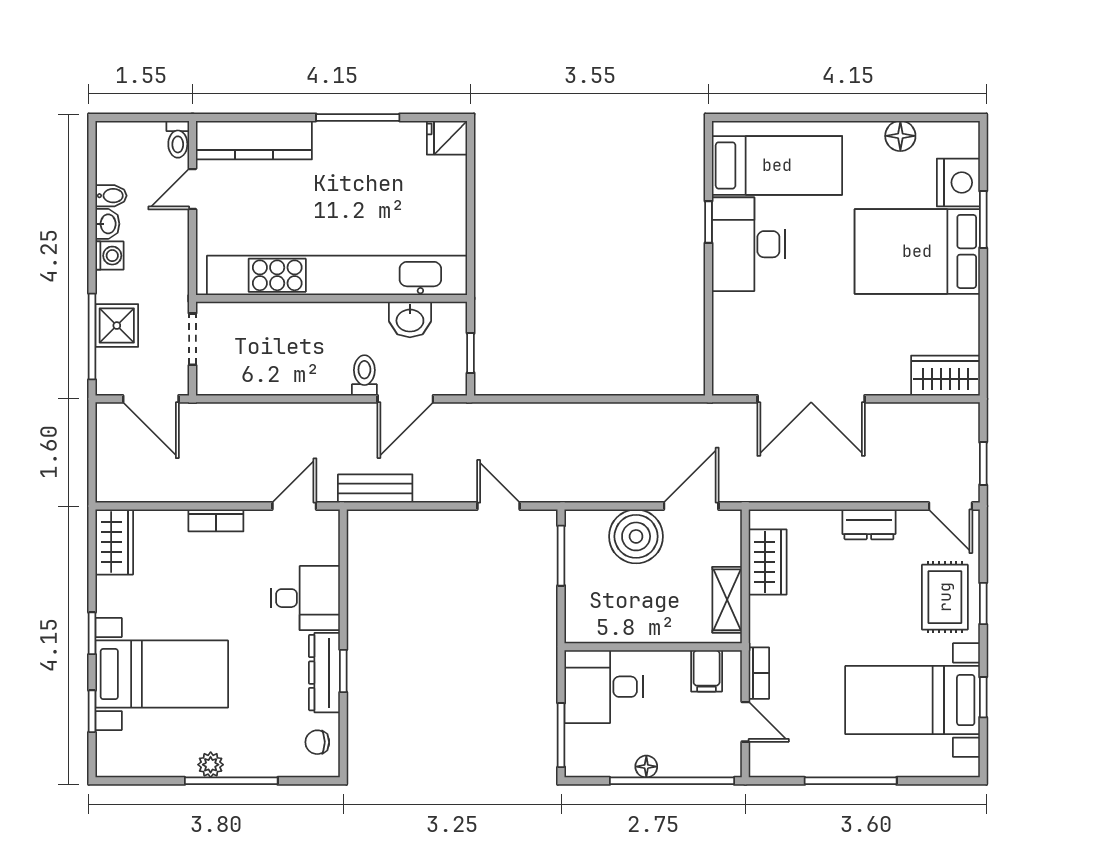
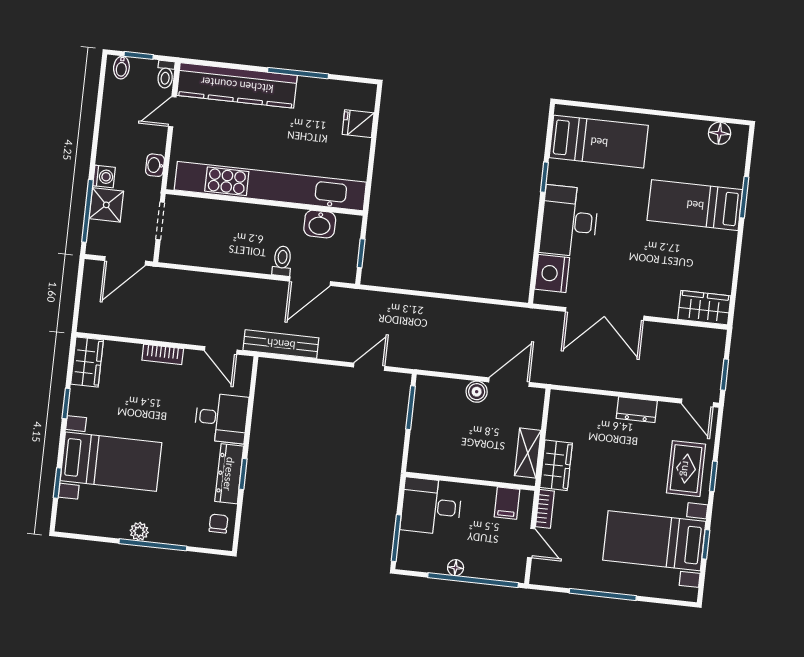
window: (138, 117) -> (139, 55), added
floor lamp: (900, 136) -> (720, 133), moved
fridge: (447, 138) -> (358, 124), moved
kitchen counter: (254, 140) -> (237, 85), width x1.39, depth x1.17
nightstand: (958, 182) -> (552, 273), moved, turned 180
bidet: (111, 196) -> (121, 68), moved, turned 90
washbasin: (107, 224) -> (155, 165), moved, turned 180
desk: (749, 244) -> (569, 221), moved
bed: (917, 251) -> (695, 205), width x0.67
washing machine: (109, 256) -> (104, 177), moved
door: (151, 399) -> (125, 261), hinge flipped
bench: (375, 489) -> (281, 344), width x1.36
door: (294, 506) -> (221, 350), swing flipped
door: (499, 506) -> (369, 367), hinge flipped
boiler: (636, 536) -> (477, 392), width x0.54, depth x0.54
wardrobe: (768, 562) -> (556, 465), moved
window: (92, 633) -> (66, 404), moved
chair: (317, 742) -> (218, 524), turned 90

